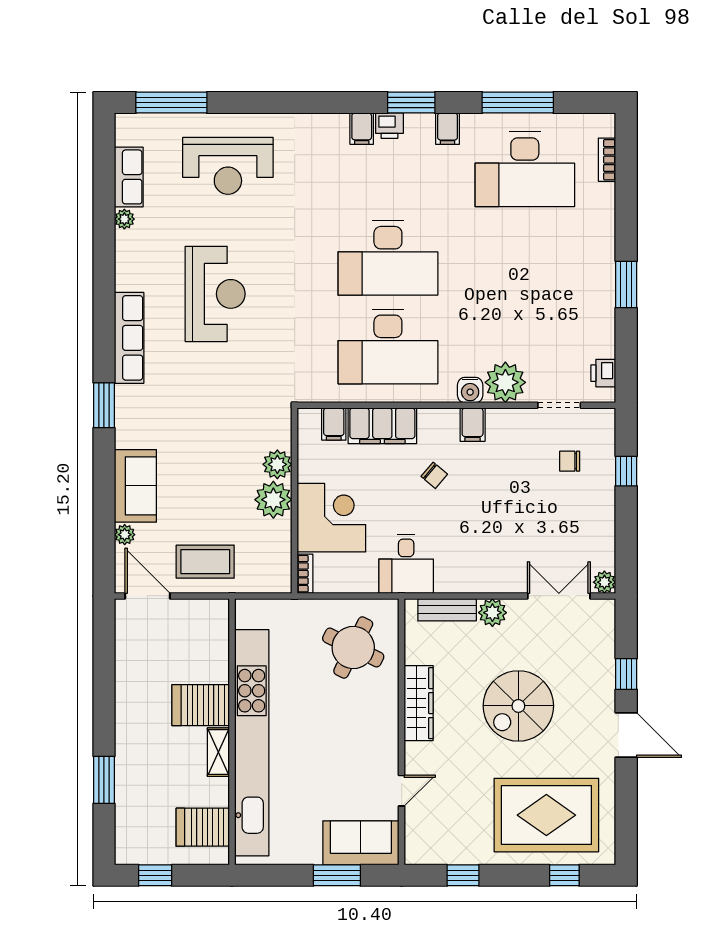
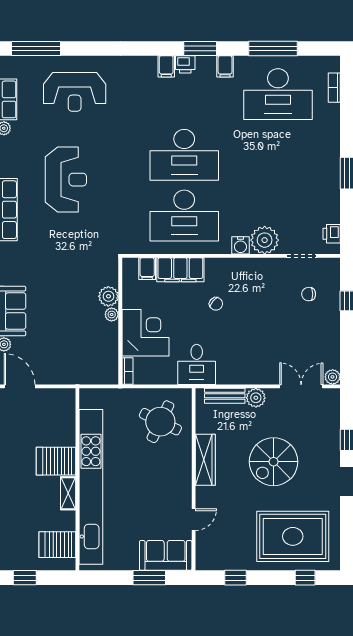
filing cabinet: (473, 425) -> (242, 269), removed
plant: (273, 500) -> (112, 314), width x0.53, depth x0.53
coffee table: (205, 562) -> (59, 363), removed

